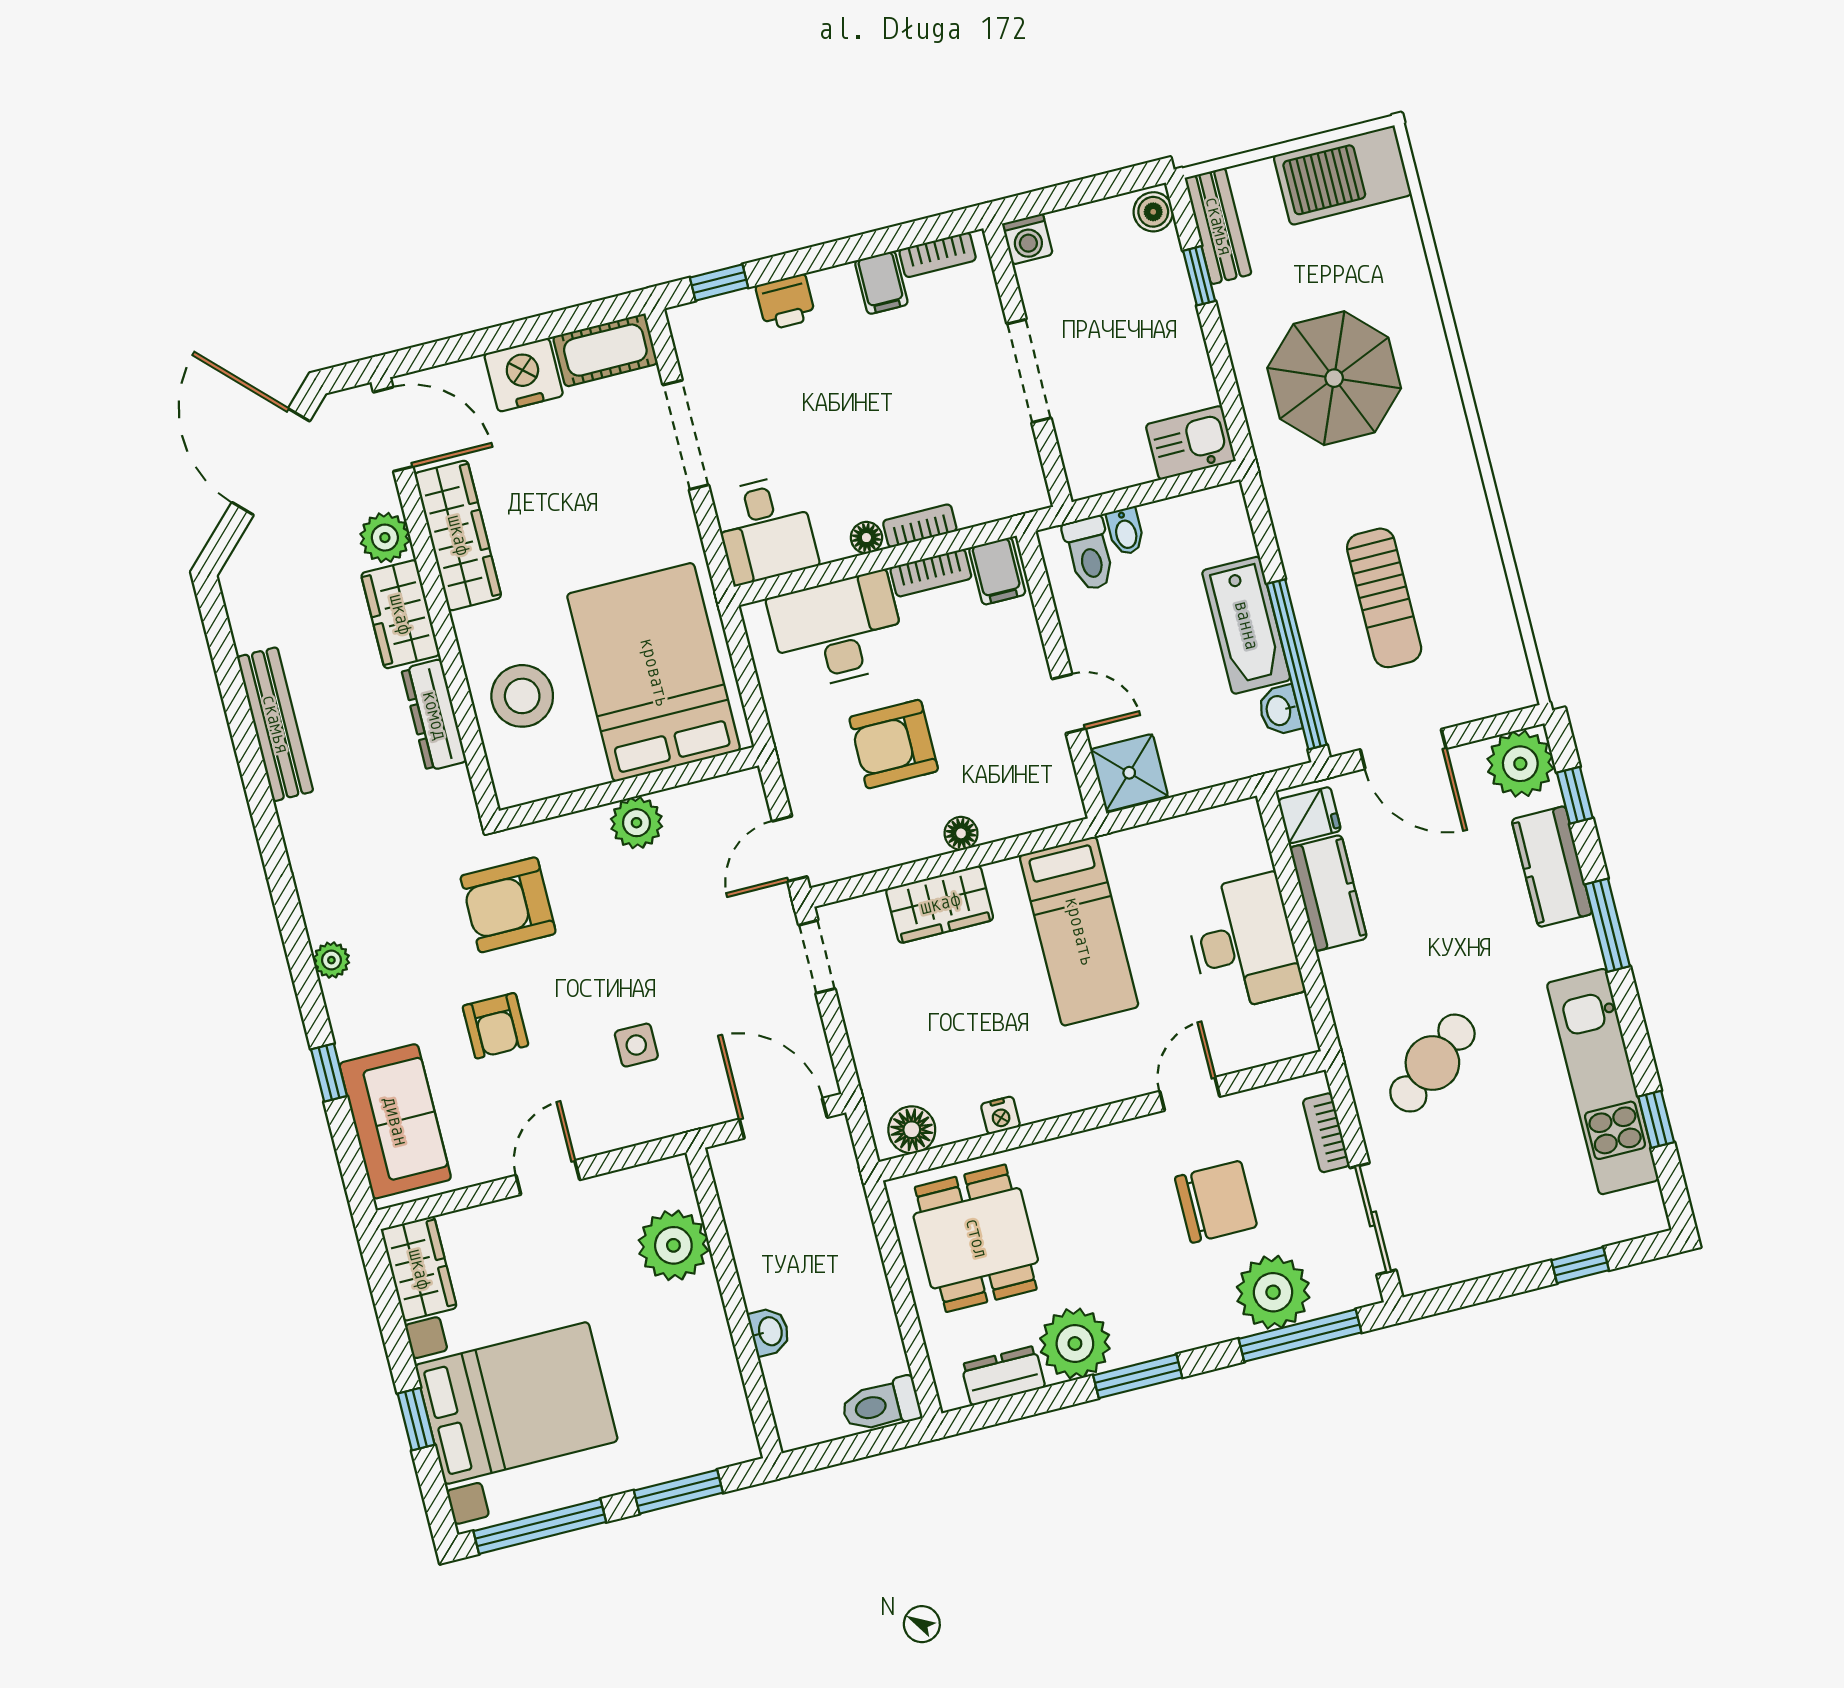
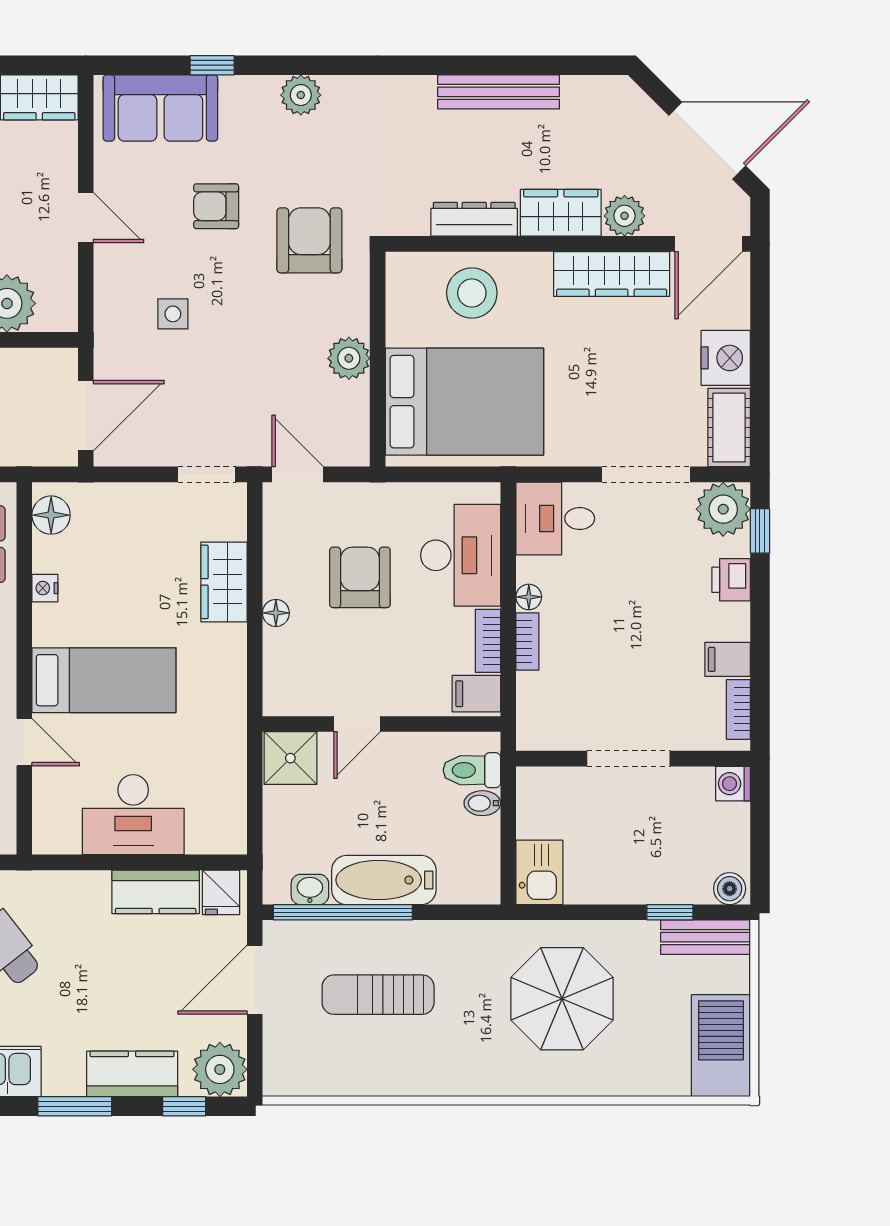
plant: (704, 333) -> (723, 509), added
bed: (1079, 931) -> (104, 680), moved, turned 180
plant: (331, 960) -> (301, 95), width x1.38, depth x1.38

